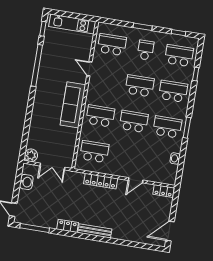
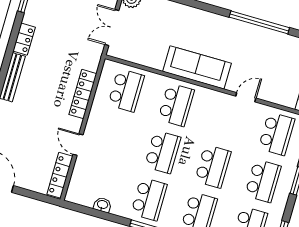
school desk: (145, 50) -> (263, 181), width x1.85
locker: (163, 191) -> (60, 175), width x1.53

